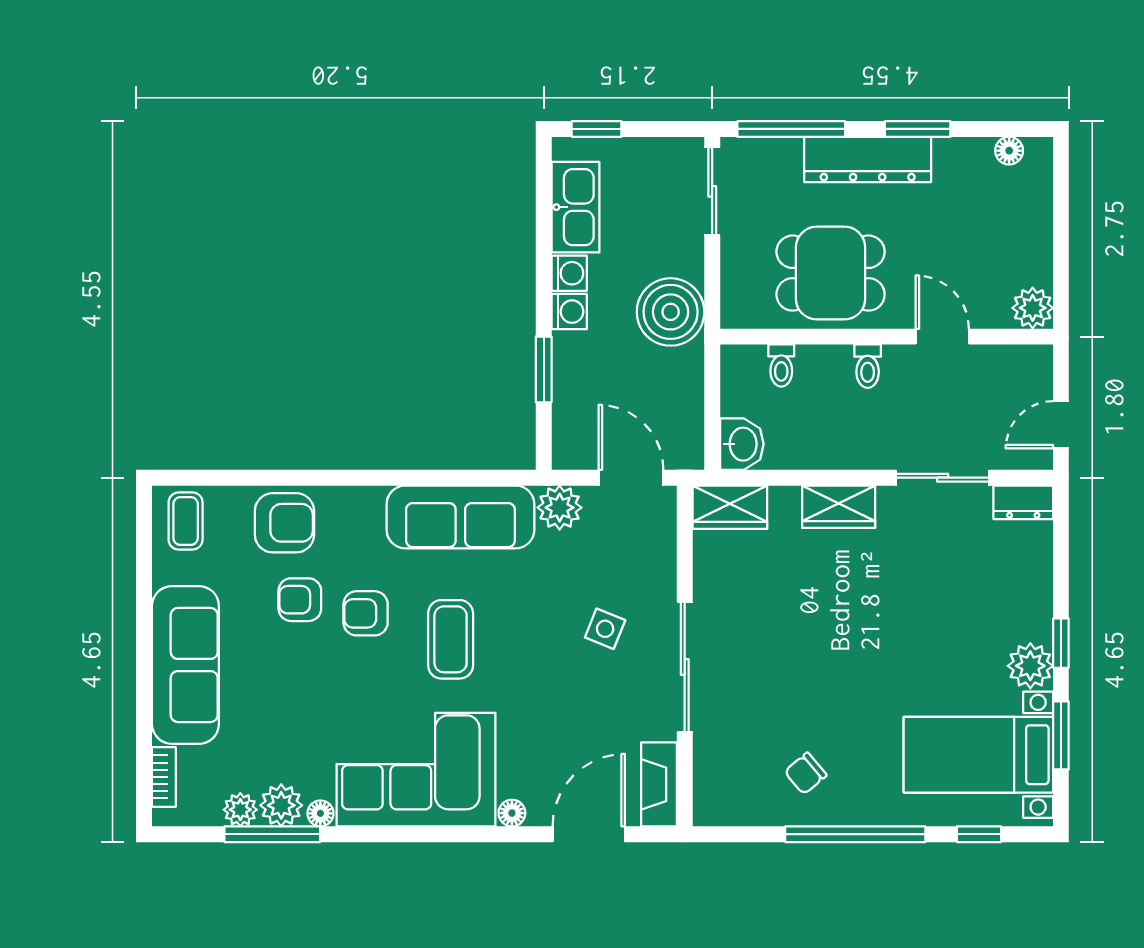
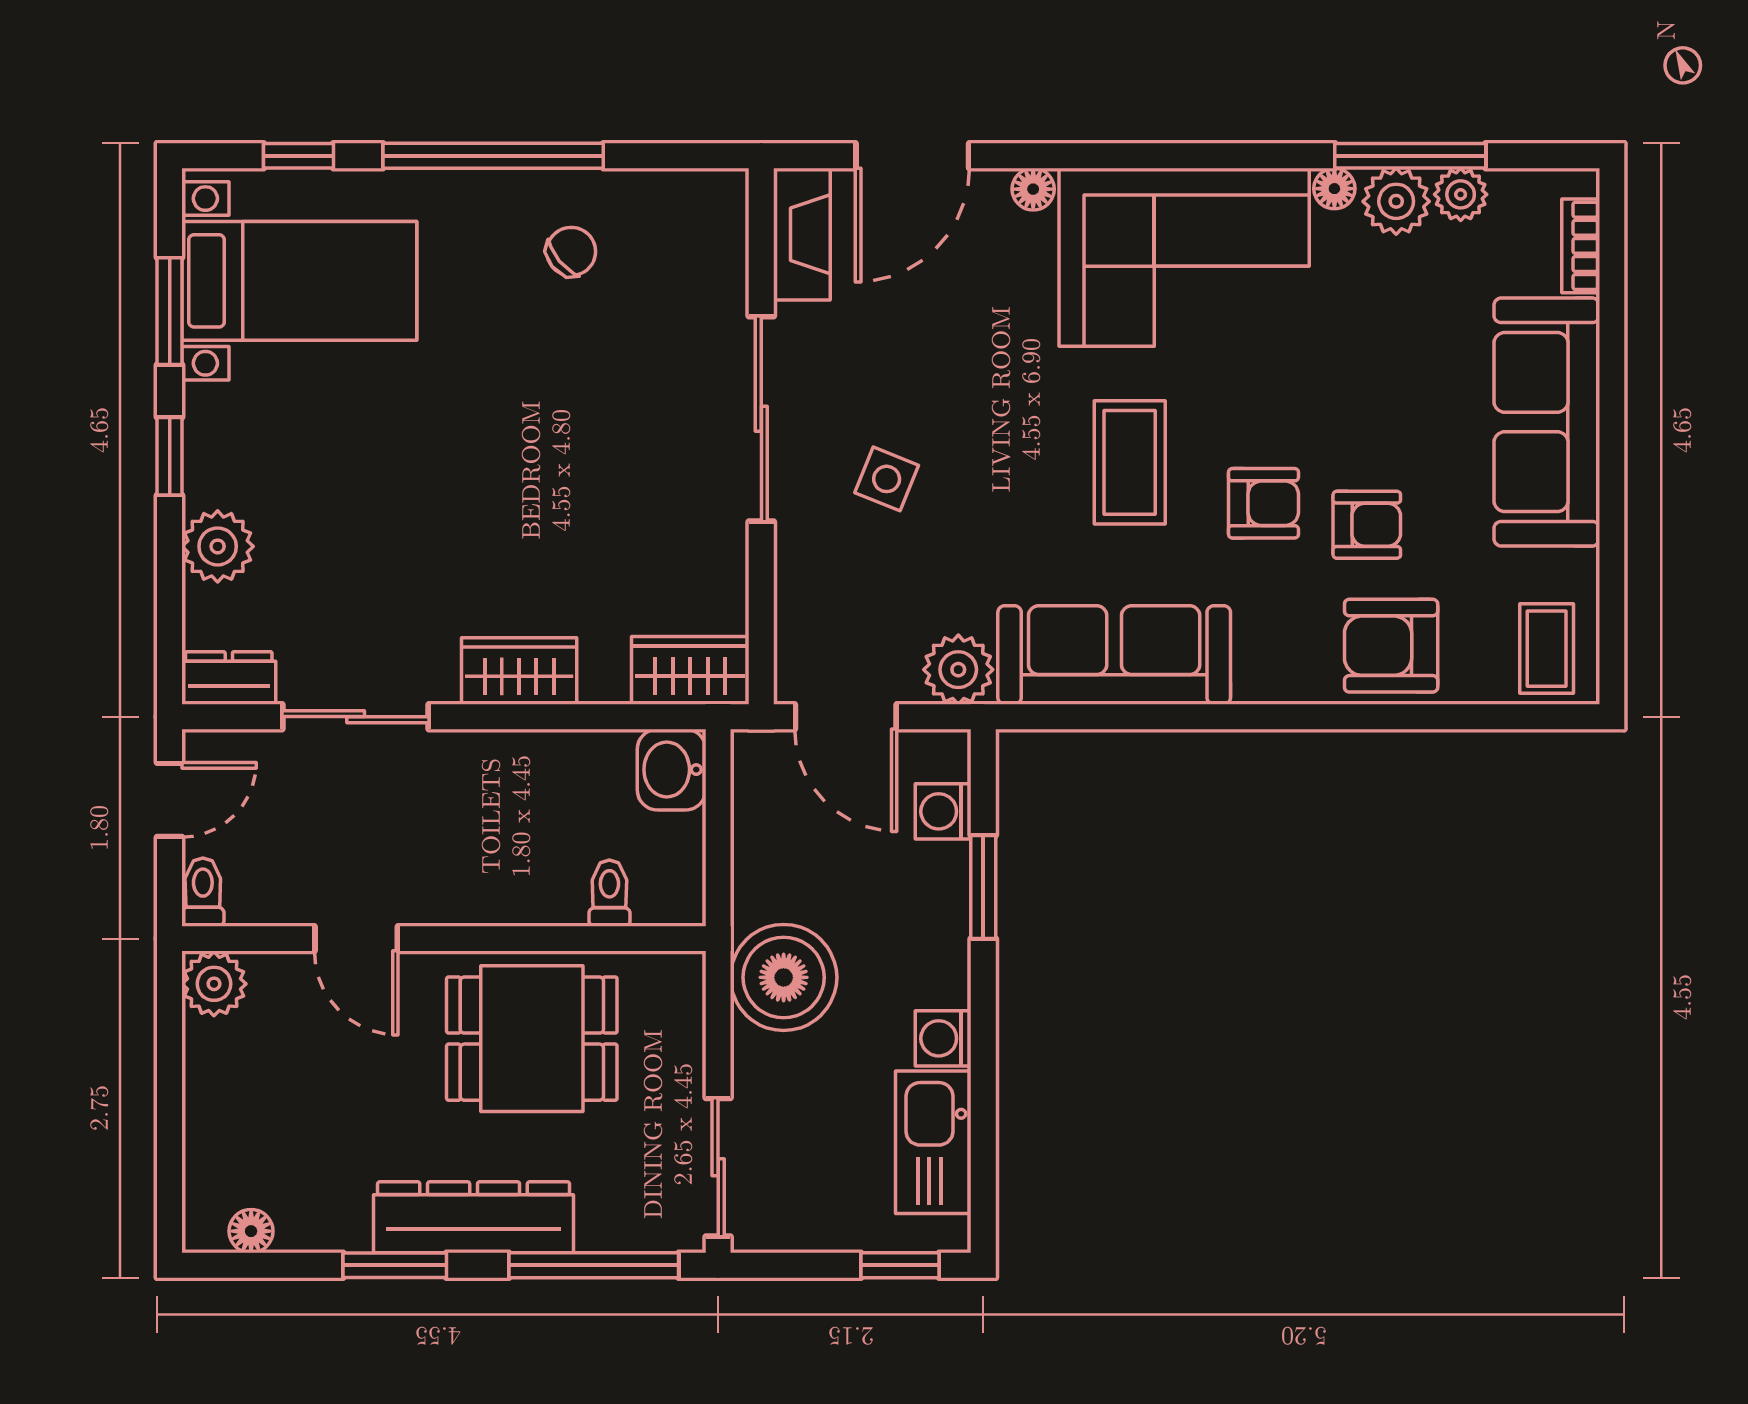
washing machine: (569, 312) -> (943, 811), moved
toilet: (868, 366) -> (203, 892), moved
plant: (1030, 666) -> (218, 546), moved

